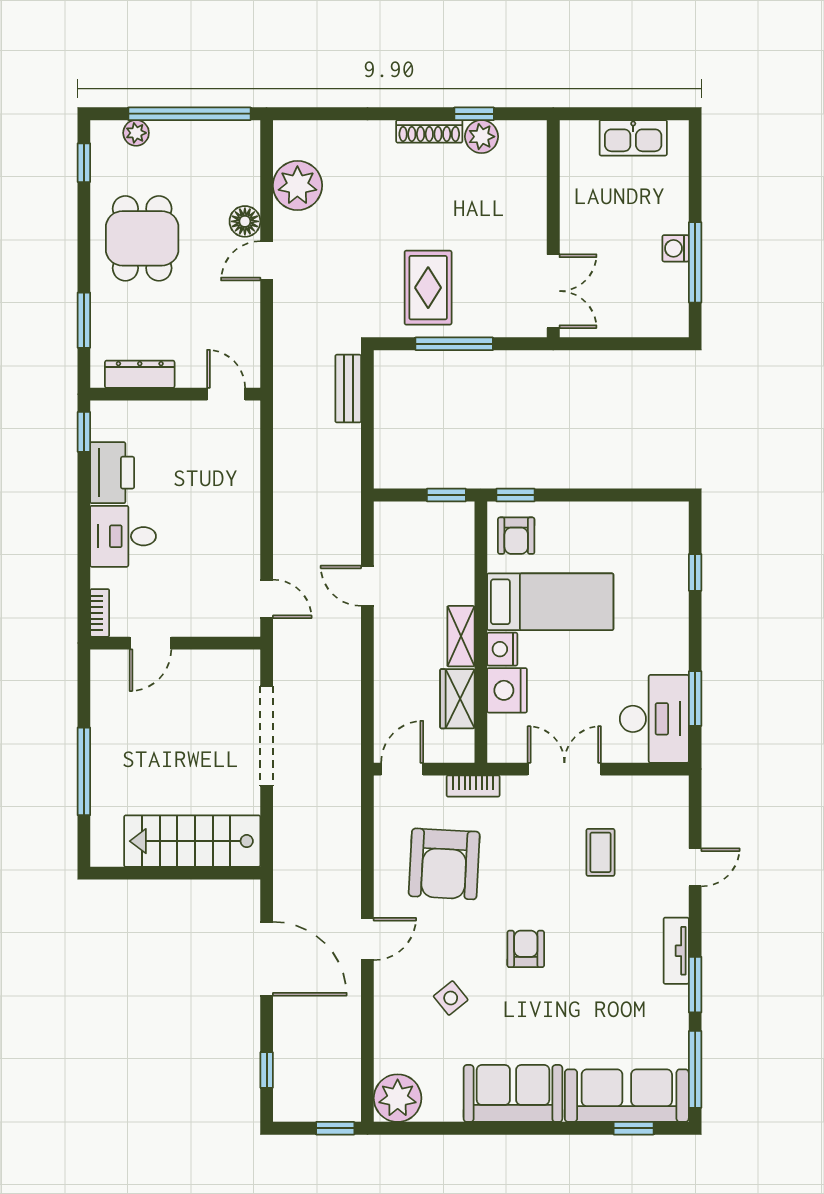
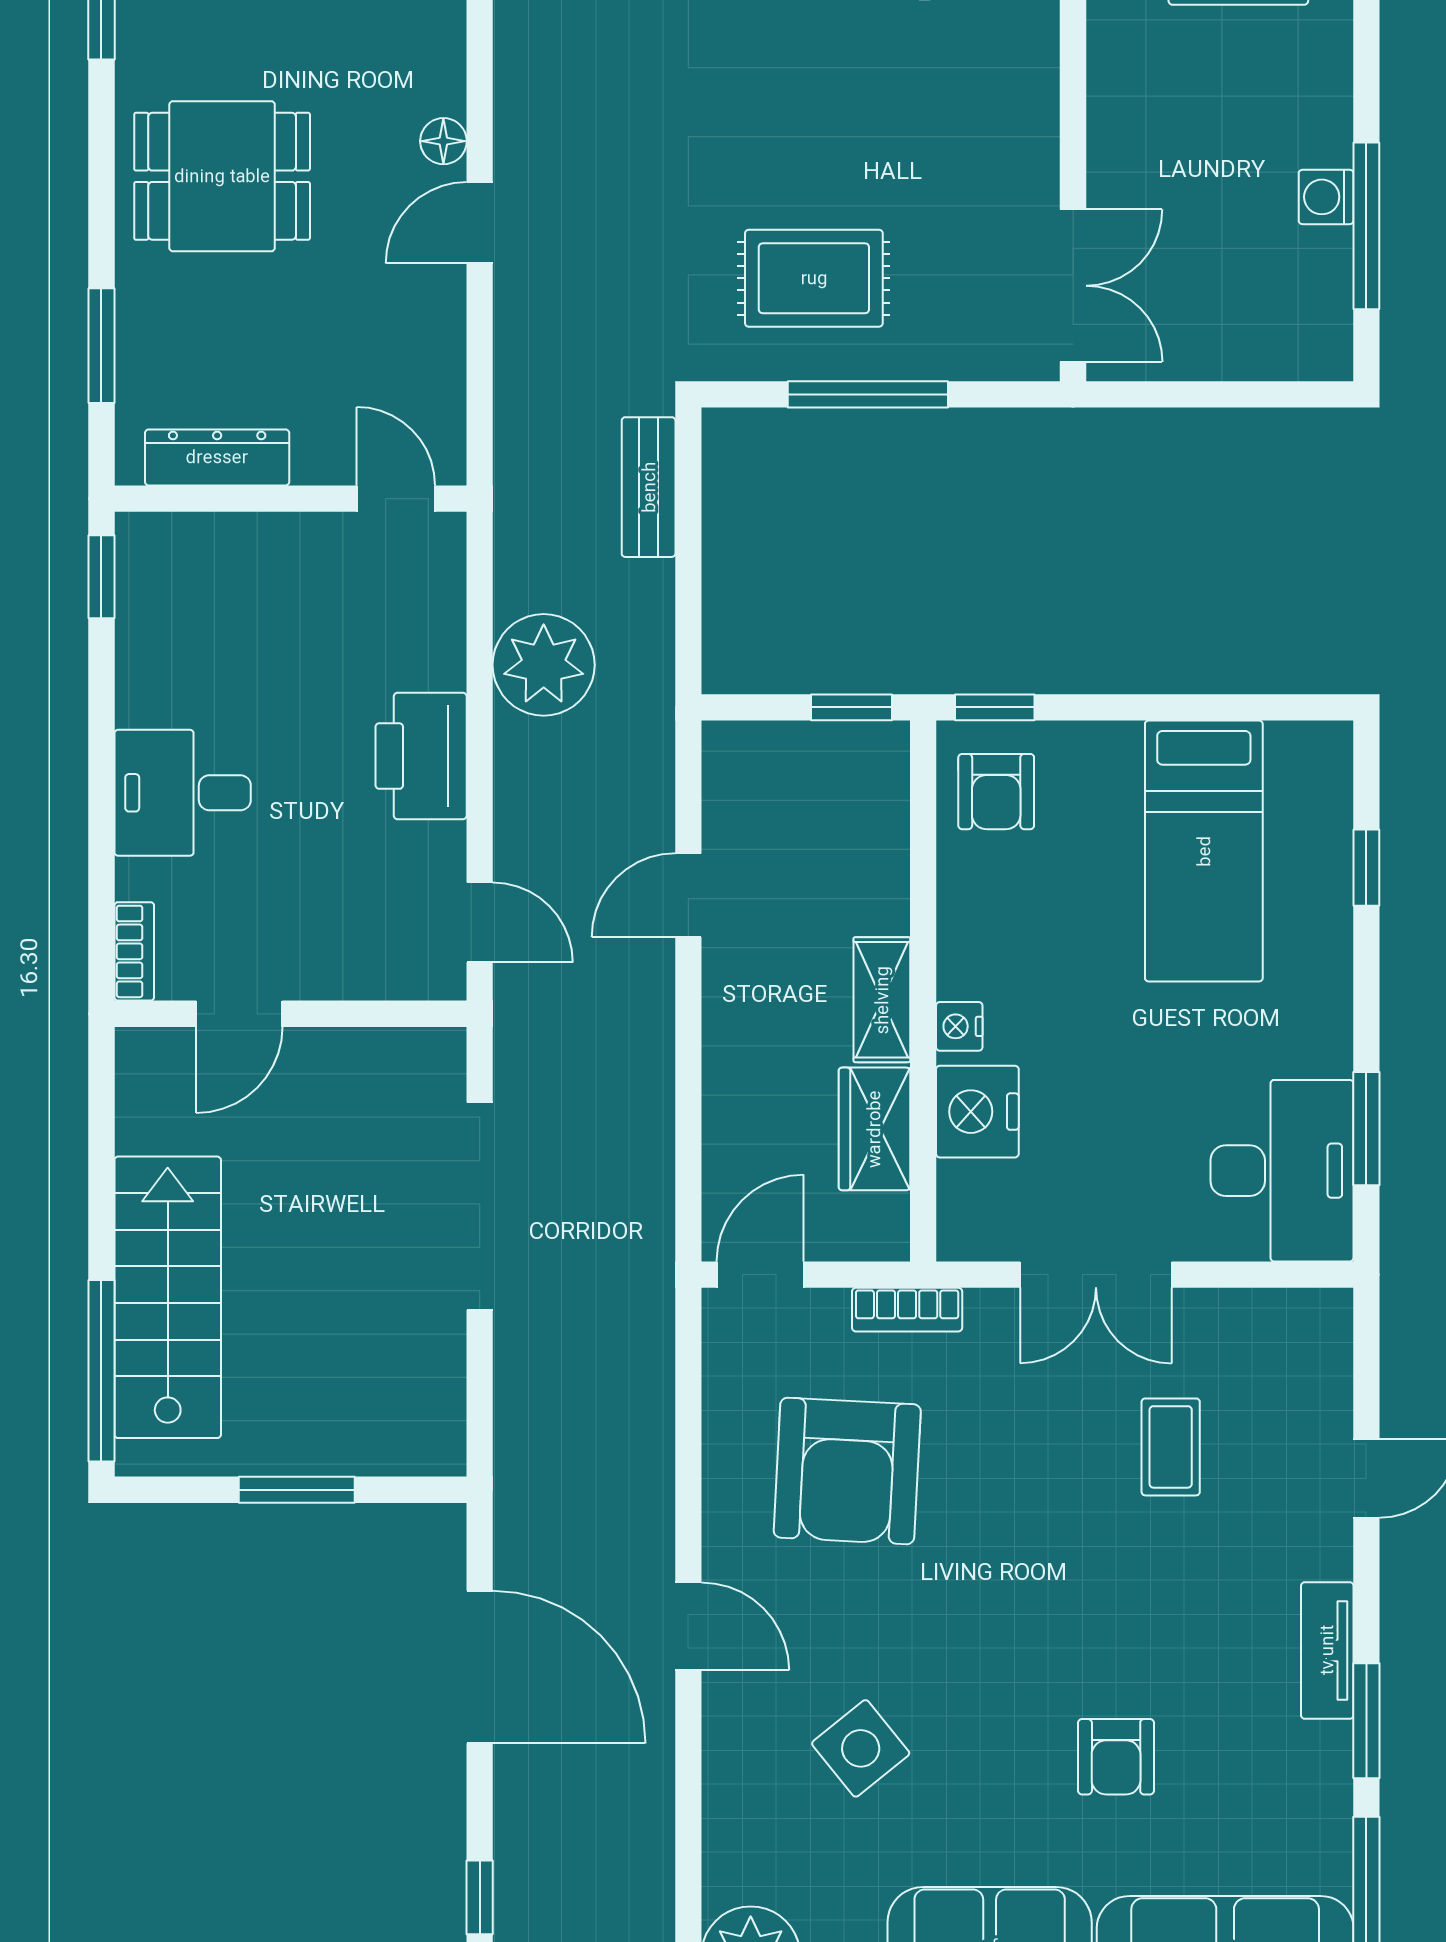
plant: (297, 185) -> (544, 665), moved
floor lamp: (245, 221) -> (443, 141), width x0.73, depth x0.73
dining table: (142, 238) -> (222, 176), turned 90
rug: (428, 288) -> (814, 278), turned 90
printer: (112, 473) -> (421, 756), moved, turned 180
door: (367, 586) -> (688, 895), hinge flipped
bed: (550, 602) -> (1204, 851), moved, turned 90
nightstand: (502, 649) -> (959, 1026), width x0.72, depth x0.74
double door: (564, 769) -> (1096, 1275), swing flipped
window: (84, 771) -> (101, 1371), moved
stairs: (192, 841) -> (168, 1297), moved, turned 90
window: (178, 873) -> (297, 1490), added
door: (367, 939) -> (688, 1626), hinge flipped
armchair: (526, 949) -> (1116, 1757), moved, turned 180
side table: (451, 998) -> (861, 1748), width x1.37, depth x1.37

